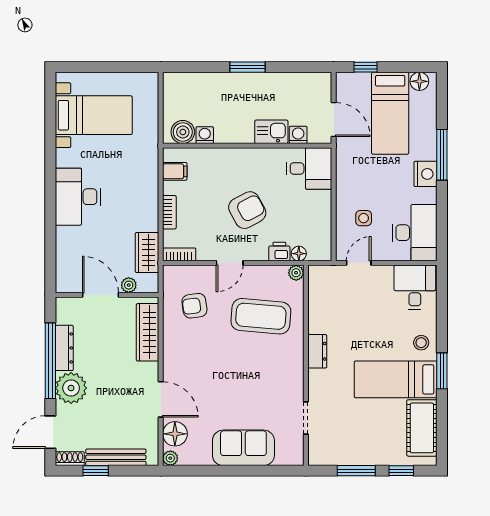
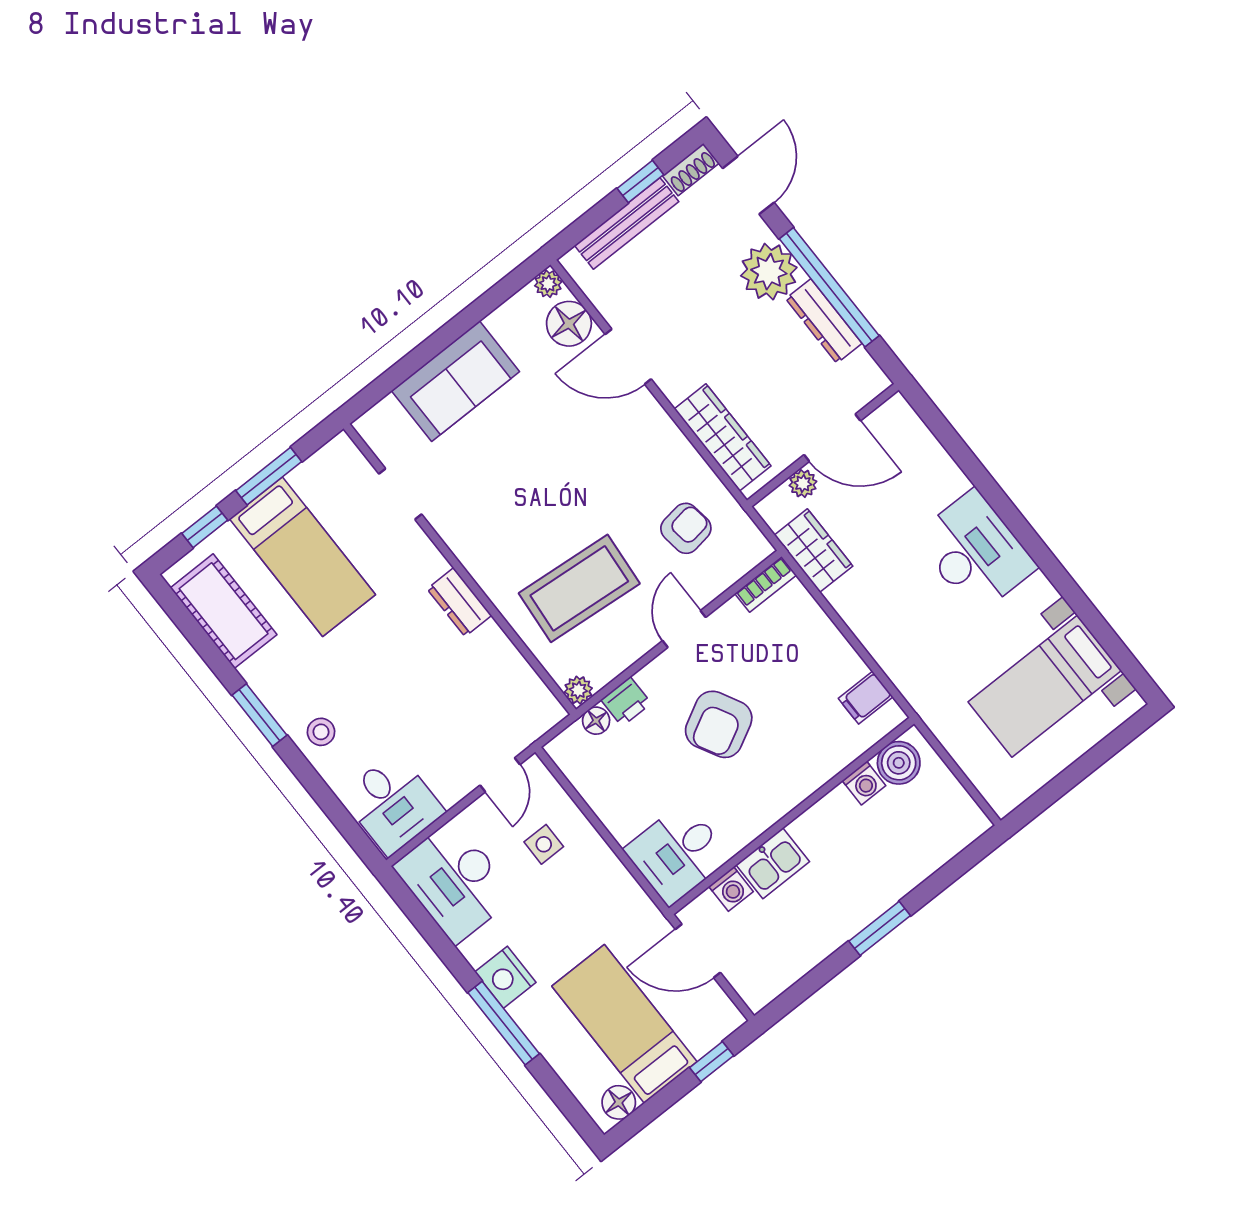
bookcase: (169, 212) -> (827, 633), removed
bed: (396, 379) -> (302, 557), moved, turned 90

